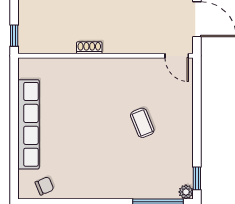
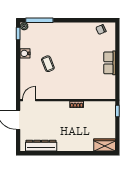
door: (177, 56) -> (29, 100), hinge flipped
row of seats: (28, 124) -> (110, 63), width x0.50
water cooler: (184, 142) -> (25, 53), added

